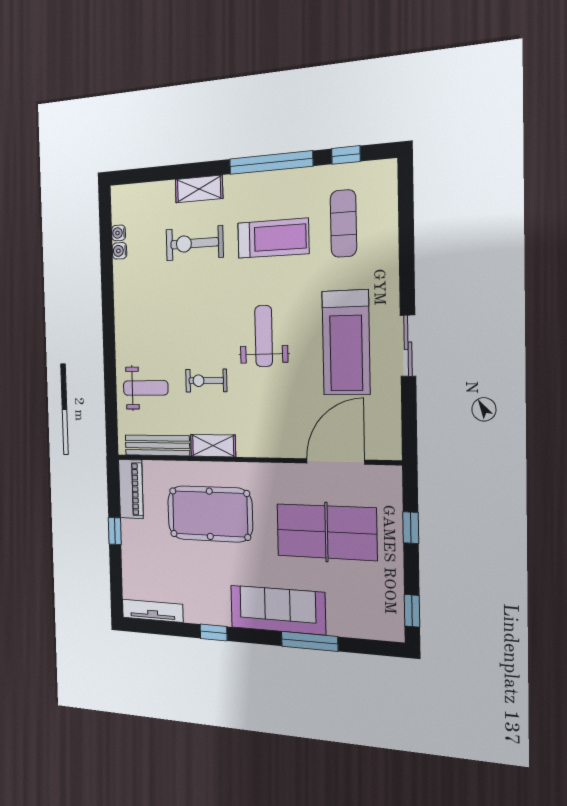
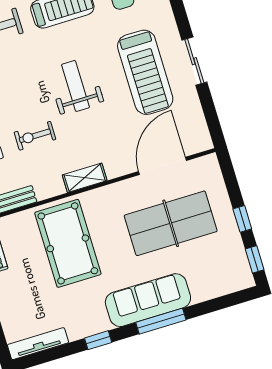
shelving: (213, 446) -> (85, 178), moved
pool table: (210, 514) -> (68, 243), turned 90
window: (411, 528) -> (242, 219), moved
window: (309, 641) -> (161, 321), moved

